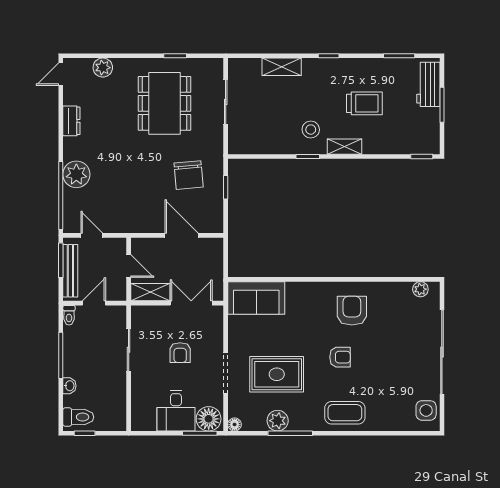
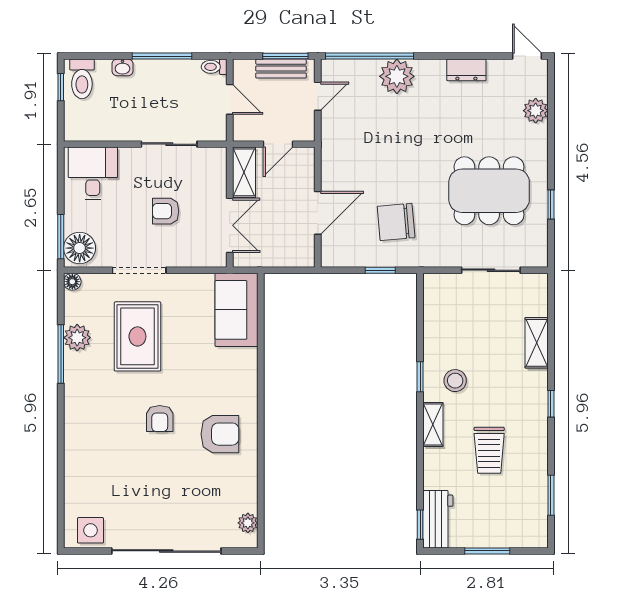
workbench: (428, 84) -> (438, 519), moved, turned 90
bench: (70, 271) -> (281, 69), width x0.73
desk: (176, 411) -> (93, 173), moved, turned 90
coffee table: (345, 413) -> (88, 425), removed

